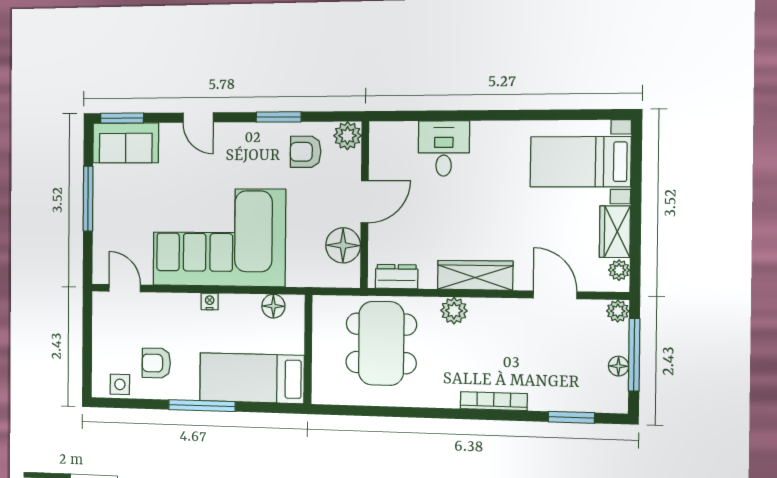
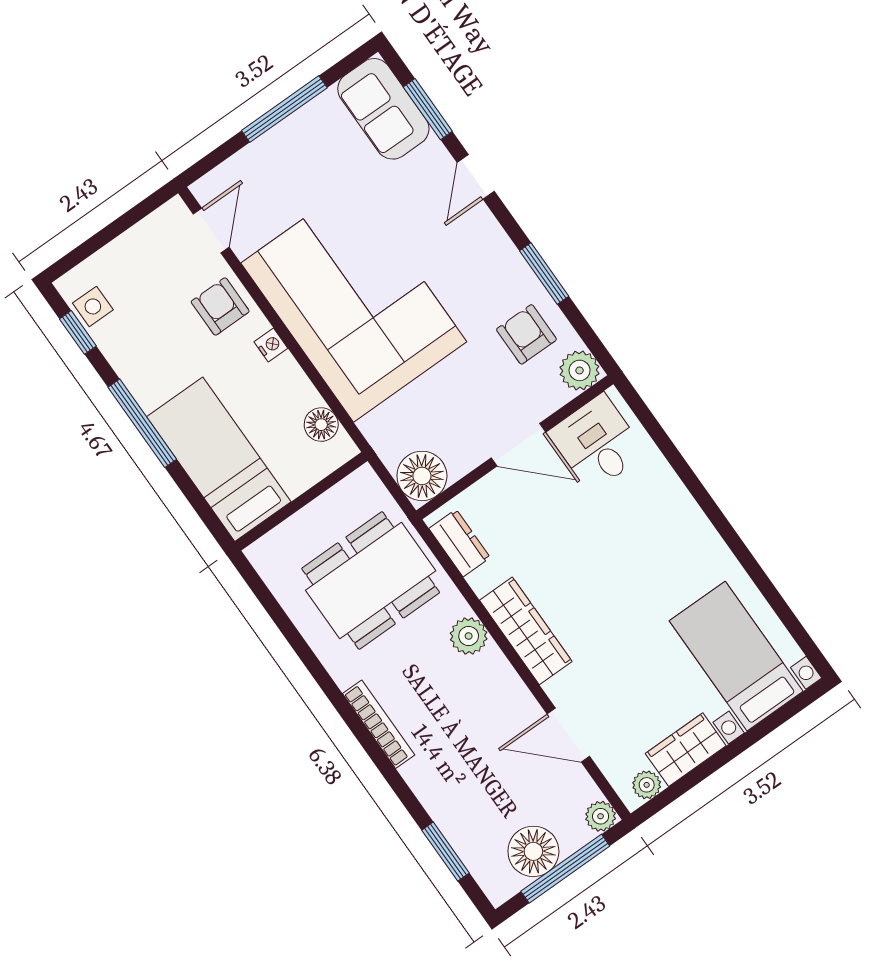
window: (122, 118) -> (428, 109), moved
desk: (444, 148) -> (597, 443), moved, turned -90
floor lamp: (343, 245) -> (422, 476), moved
door: (555, 295) -> (568, 735), swing flipped
armchair: (156, 363) -> (220, 307), moved
floor lamp: (618, 366) -> (533, 851), width x1.89, depth x1.89
bookcase: (494, 401) -> (379, 724), moved
window: (128, 403) -> (78, 332), added

